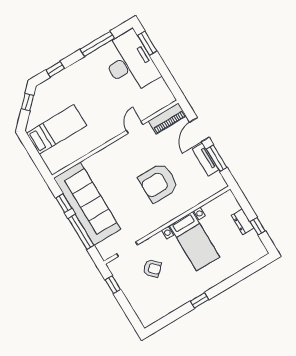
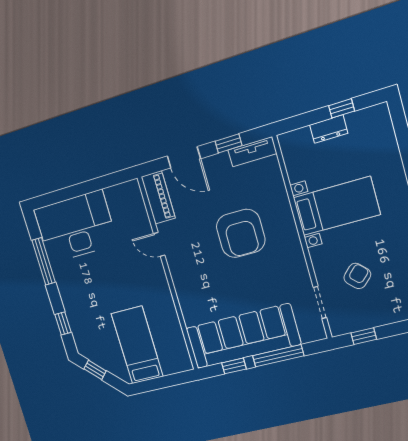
window: (147, 43) -> (56, 197), removed
window: (217, 158) -> (229, 143), width x0.67
tv unit: (205, 160) -> (252, 152), moved

